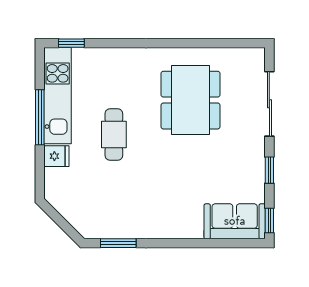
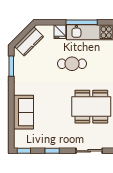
sliding door: (269, 104) -> (89, 151), width x0.73
kitchen counter: (74, 211) -> (29, 41), added
sofa: (235, 221) -> (23, 112), moved

